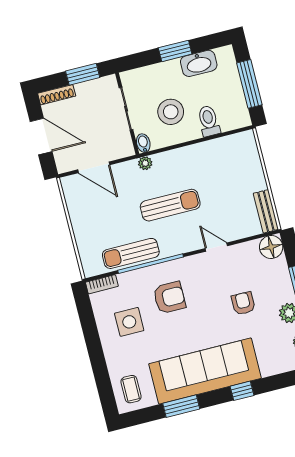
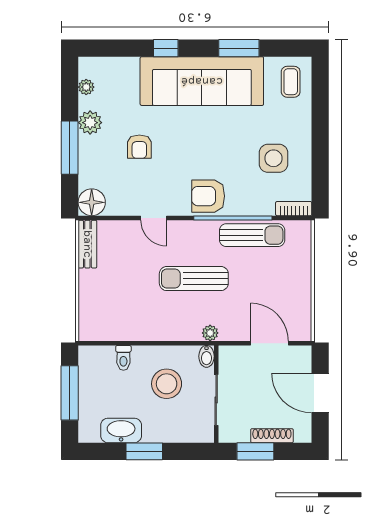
shoe rack: (57, 95) -> (272, 436), moved
toilet: (209, 121) -> (123, 358), width x0.73, depth x0.72
armchair: (169, 298) -> (208, 196), moved

